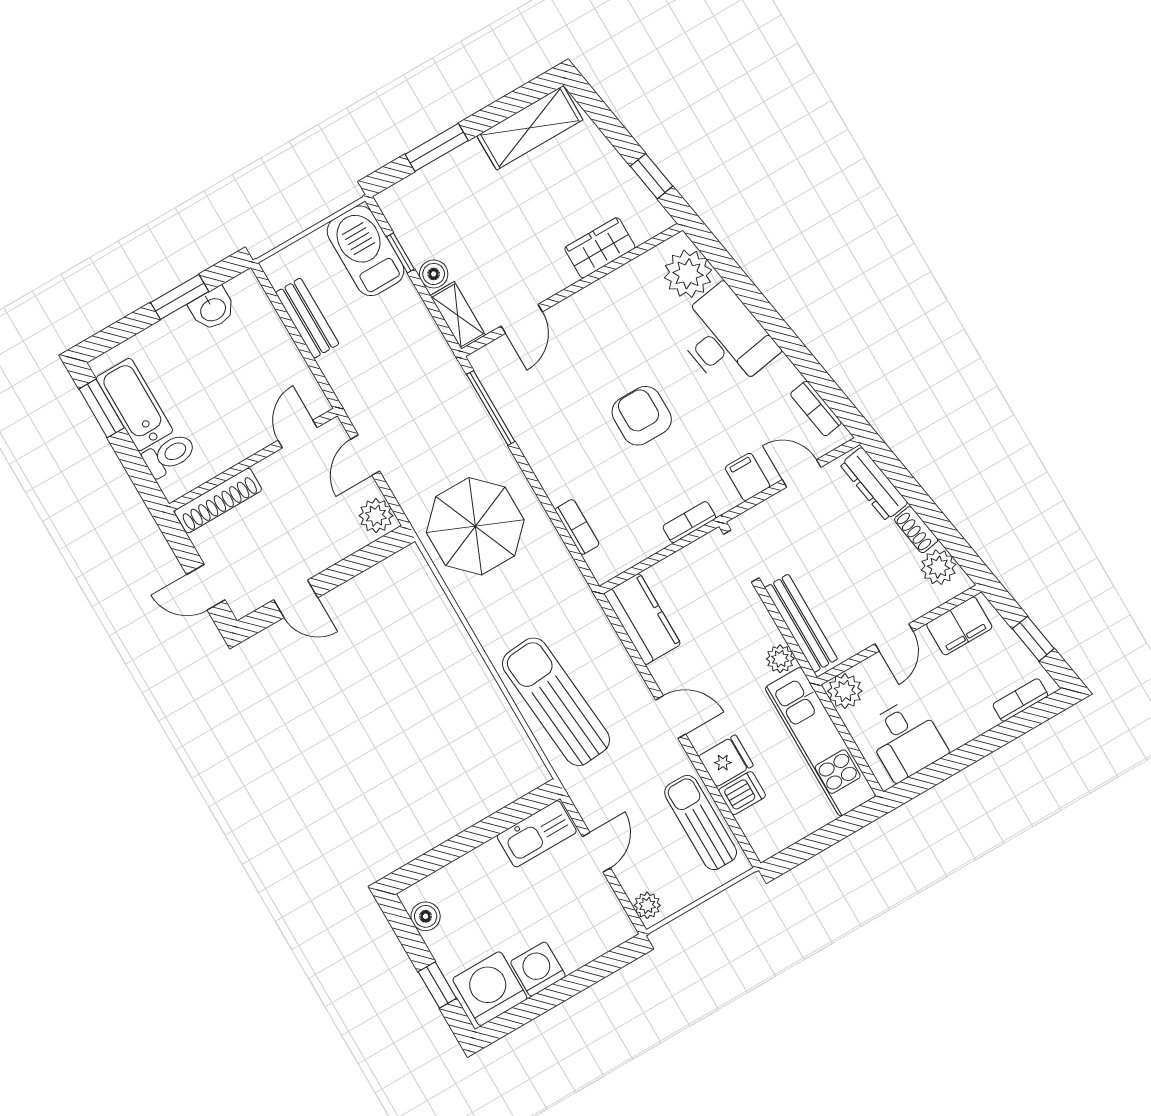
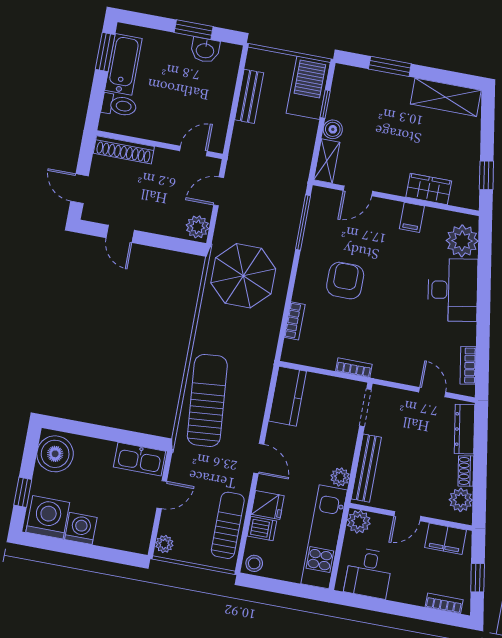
armchair: (642, 416) -> (345, 281), moved
filing cabinet: (747, 477) -> (412, 217), moved, turned 180
stool: (767, 840) -> (254, 563), added
boiler: (426, 916) -> (55, 454), width x1.86, depth x1.86

